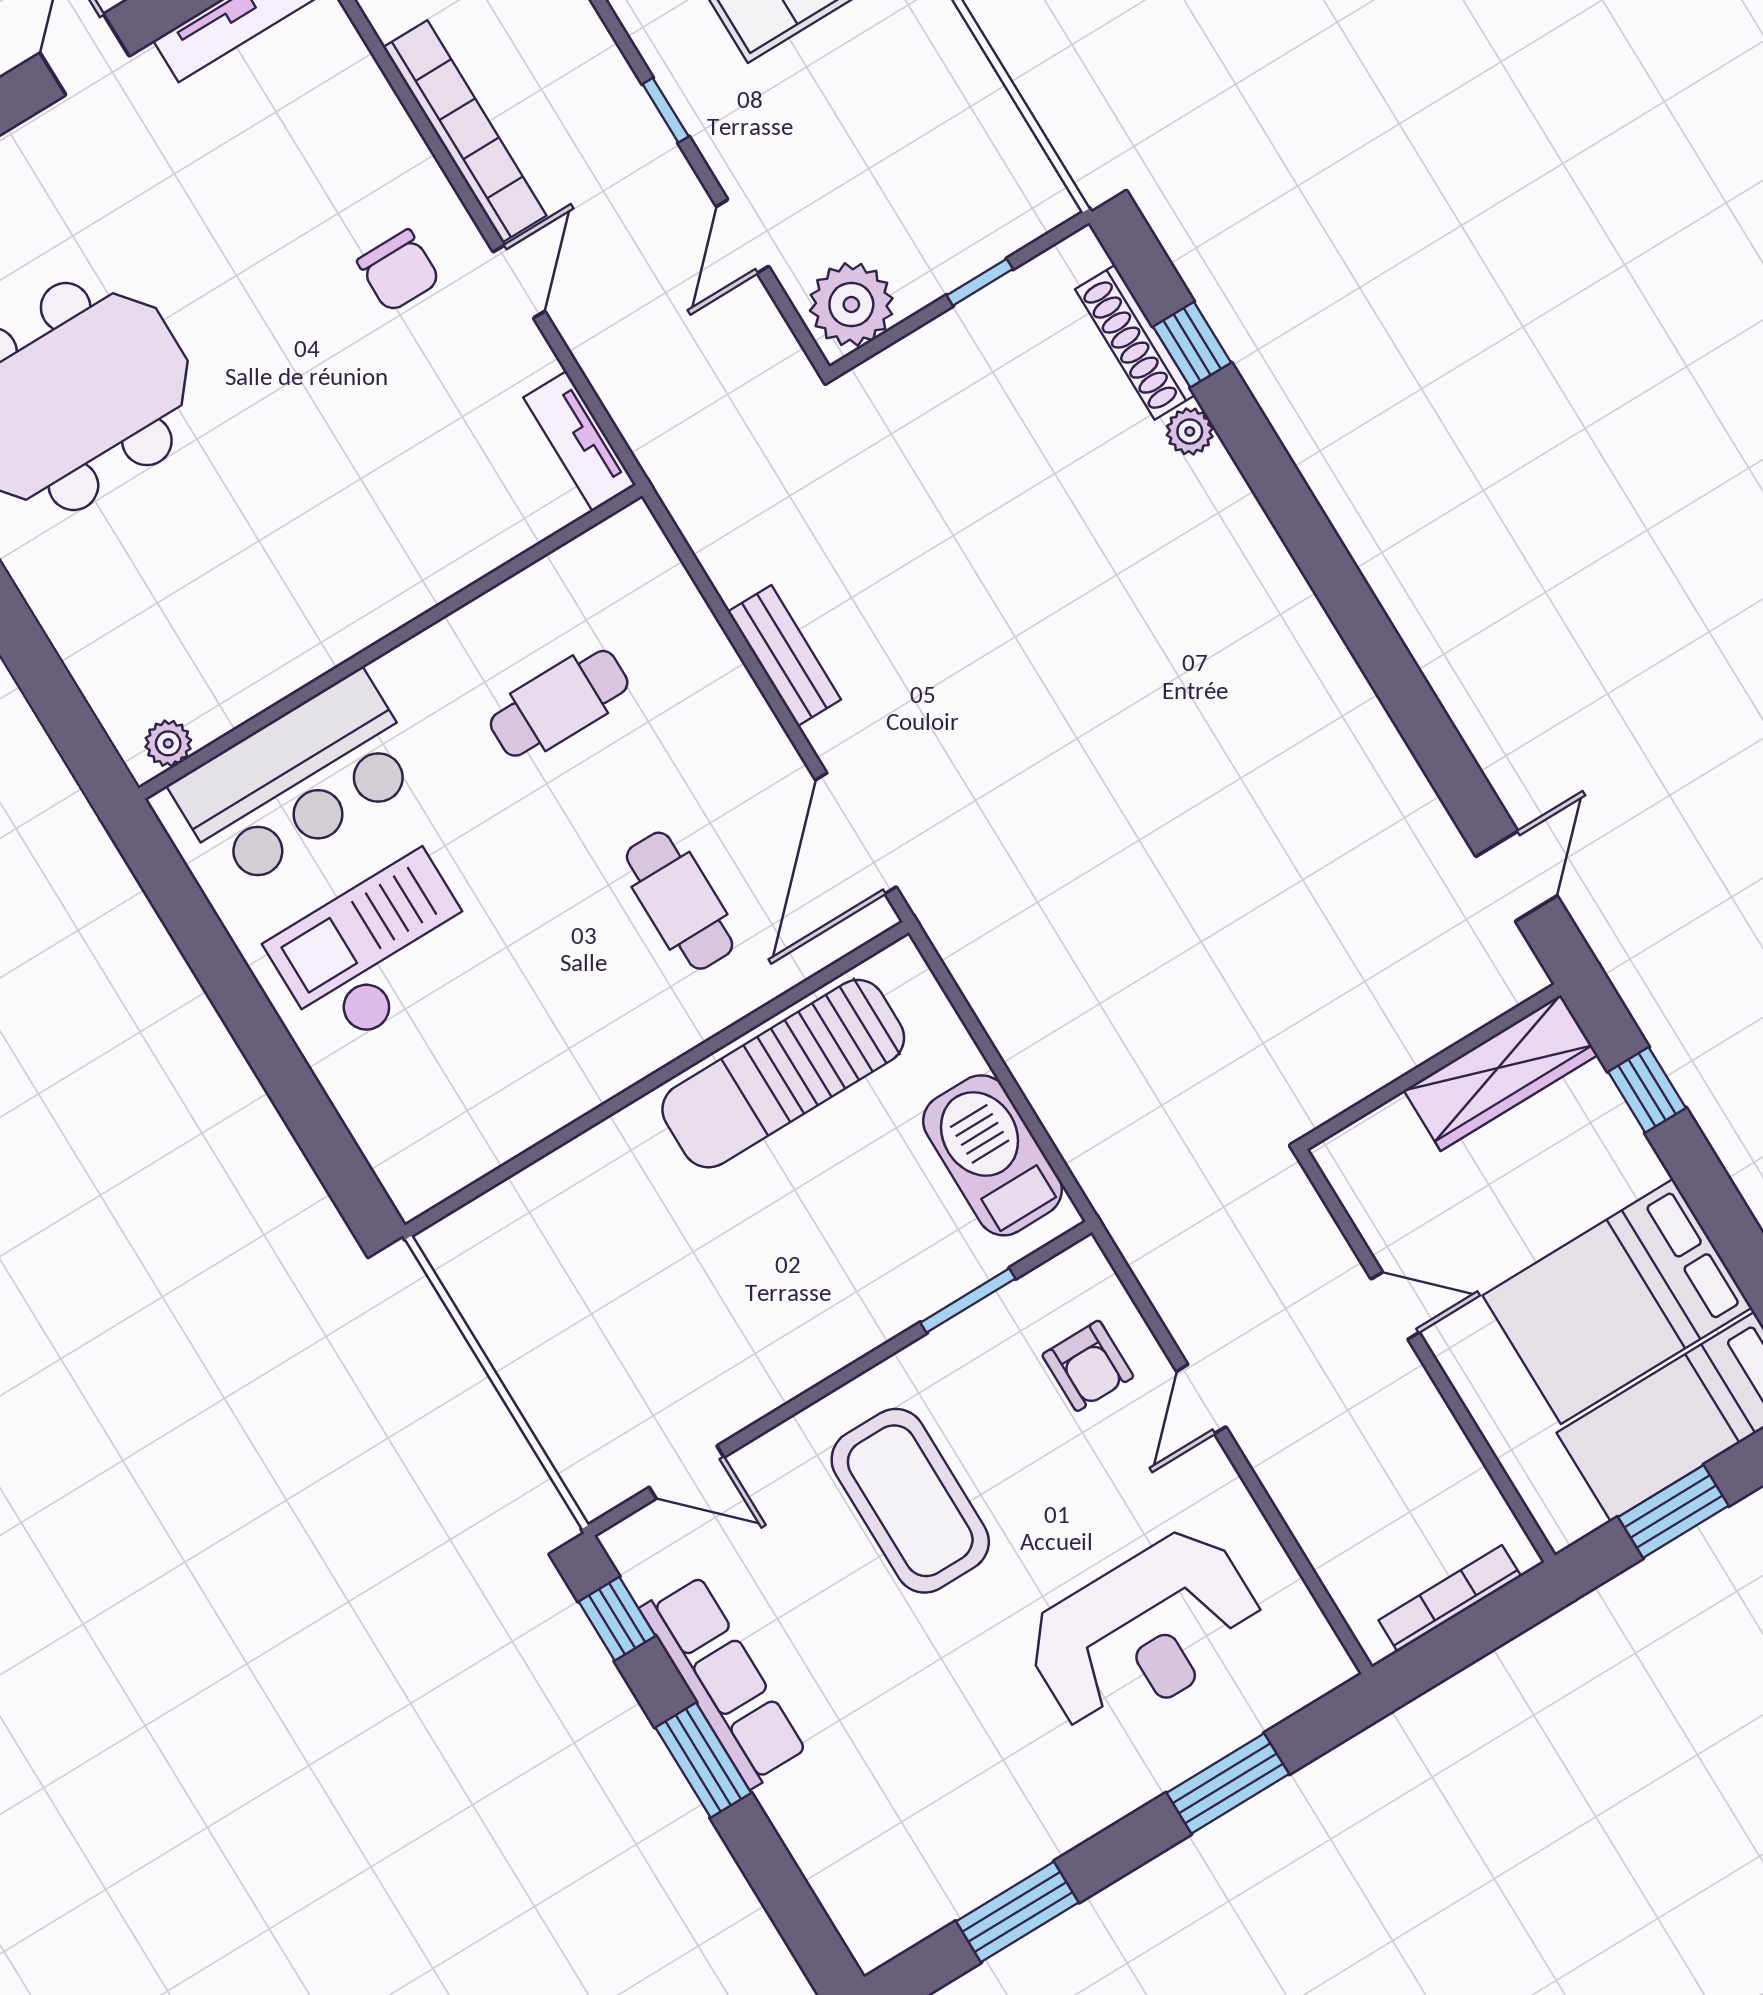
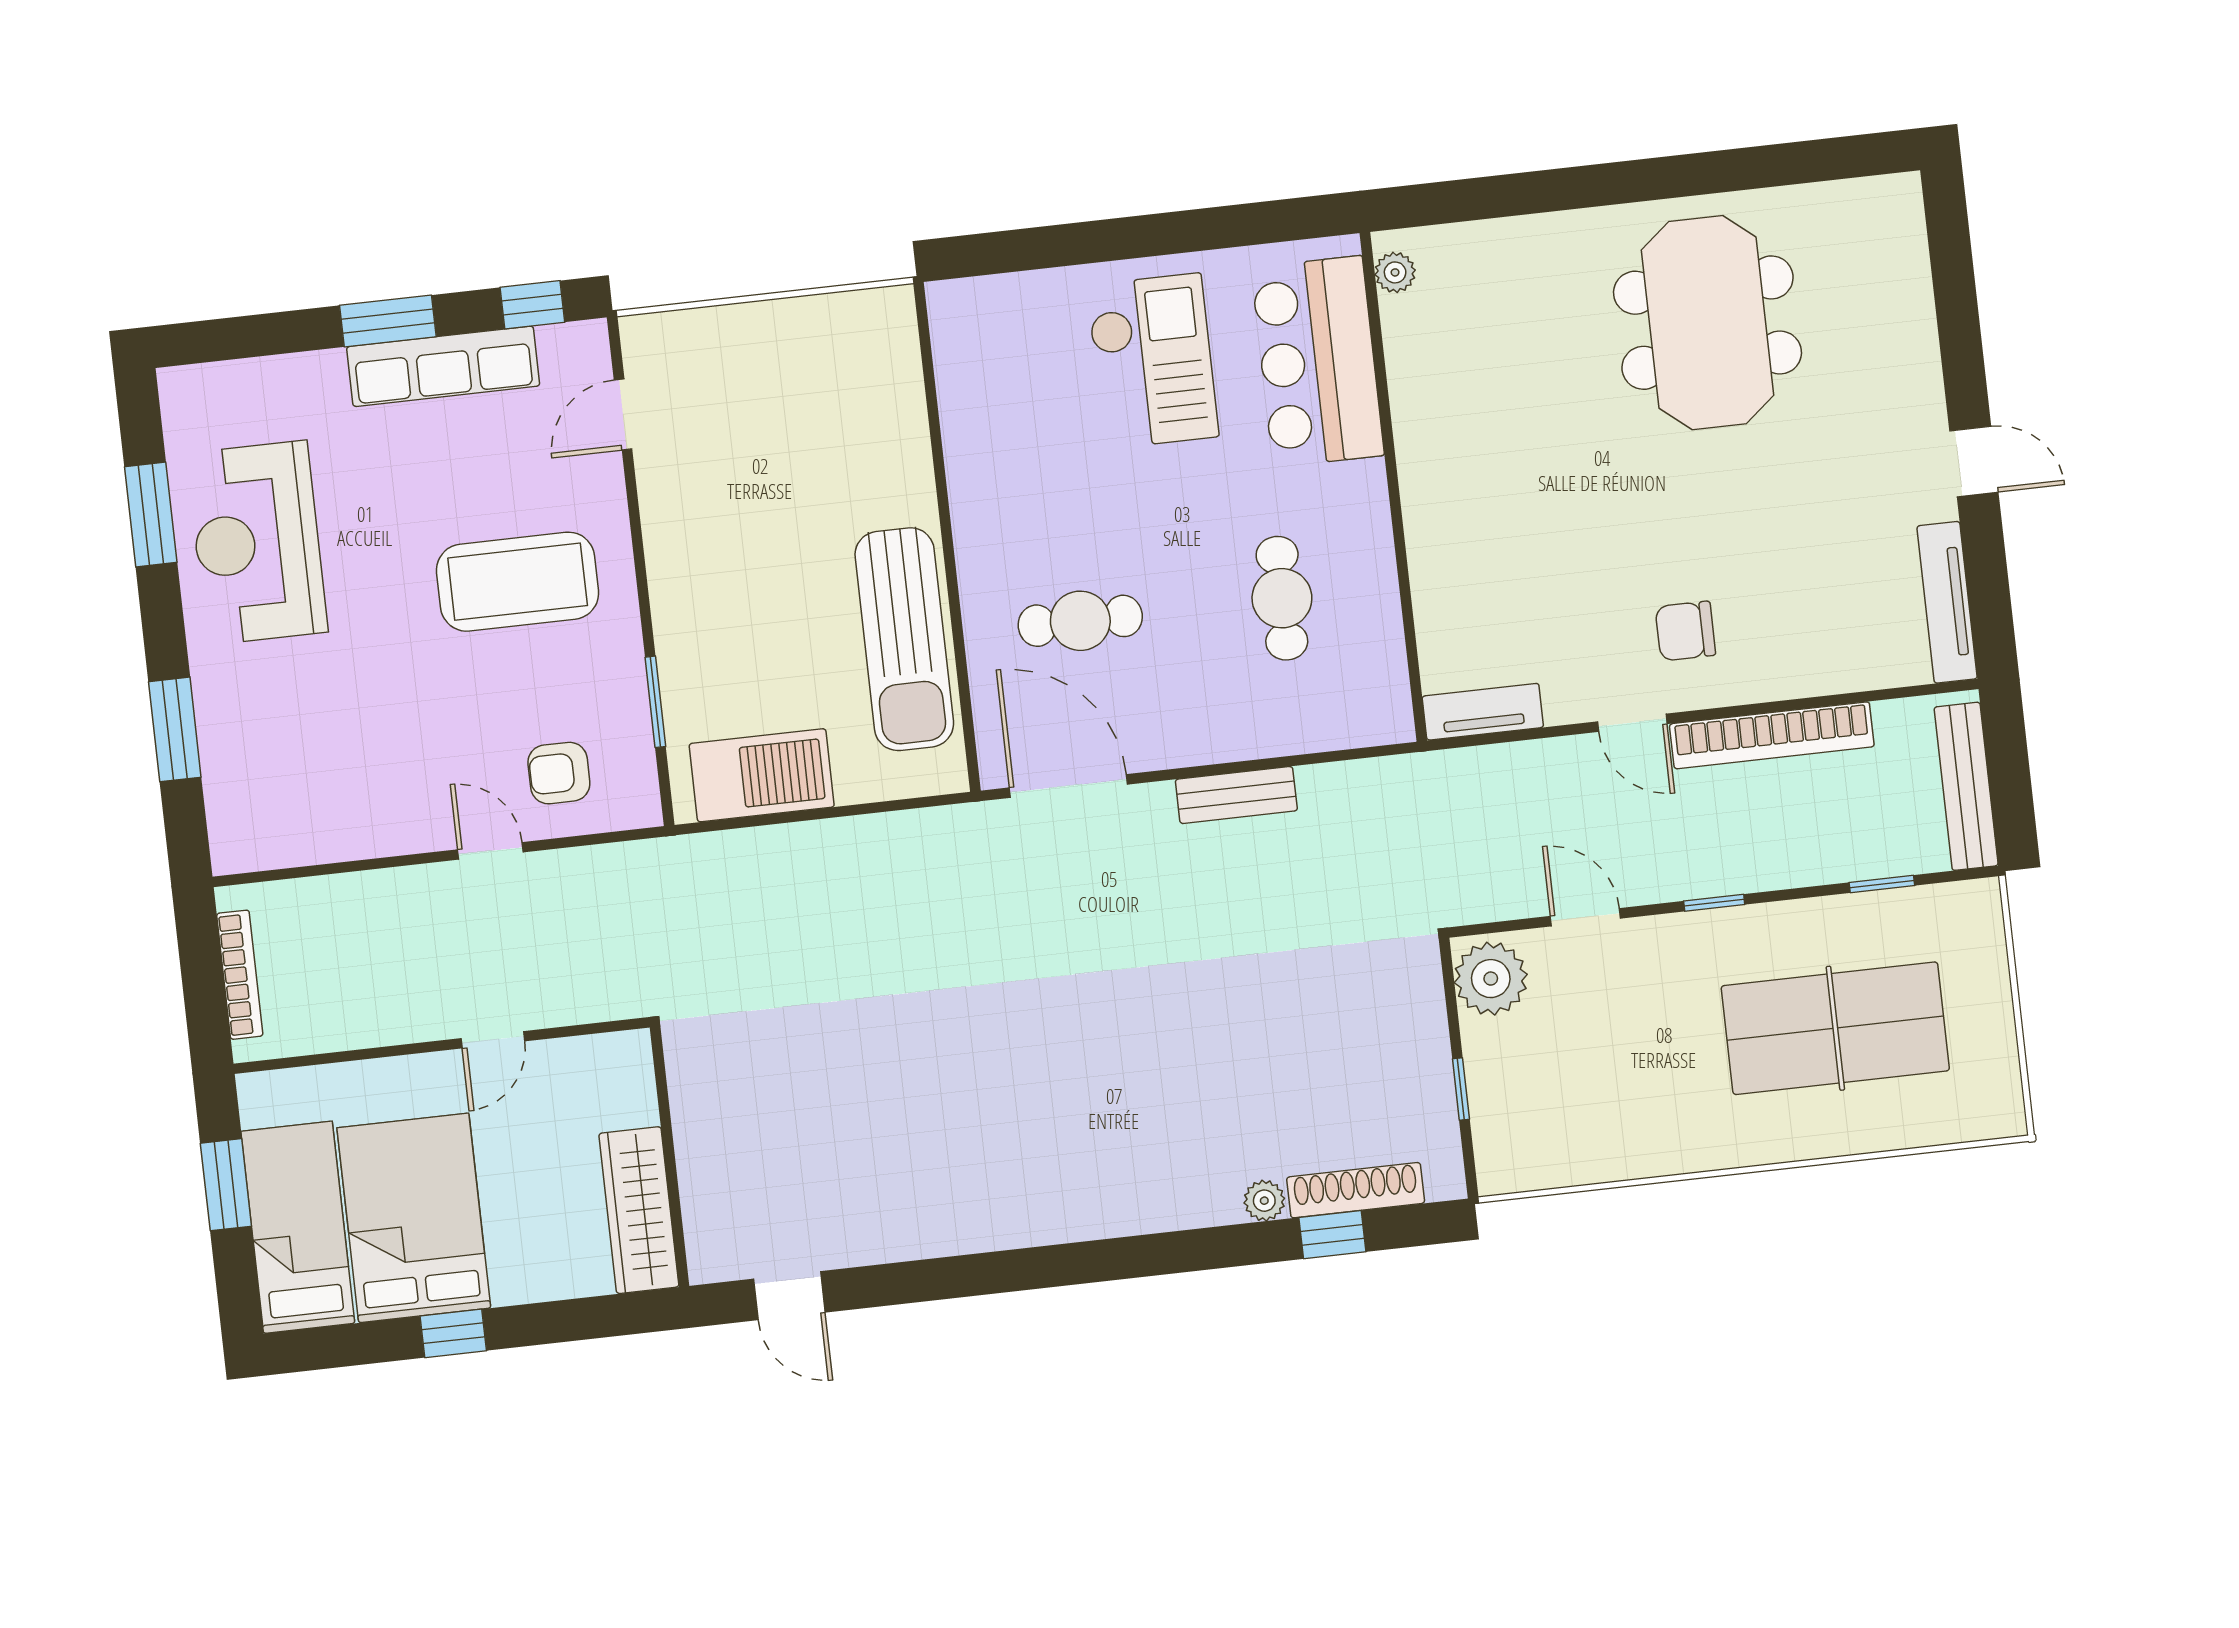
sun lounger: (783, 1074) -> (904, 639), turned 180
window: (1647, 1090) -> (453, 1333), moved
reception desk: (1145, 1632) -> (257, 543), moved

